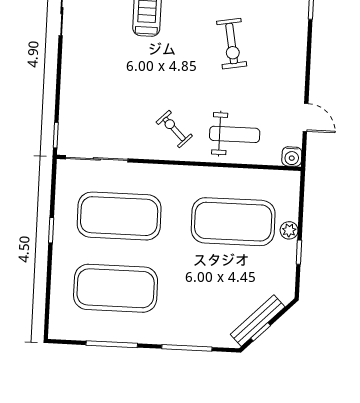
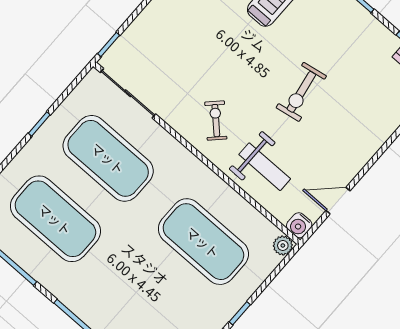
exercise bike: (232, 44) -> (301, 92), moved
door: (306, 117) -> (338, 201), swing flipped
plant: (289, 230) -> (283, 246), moved

